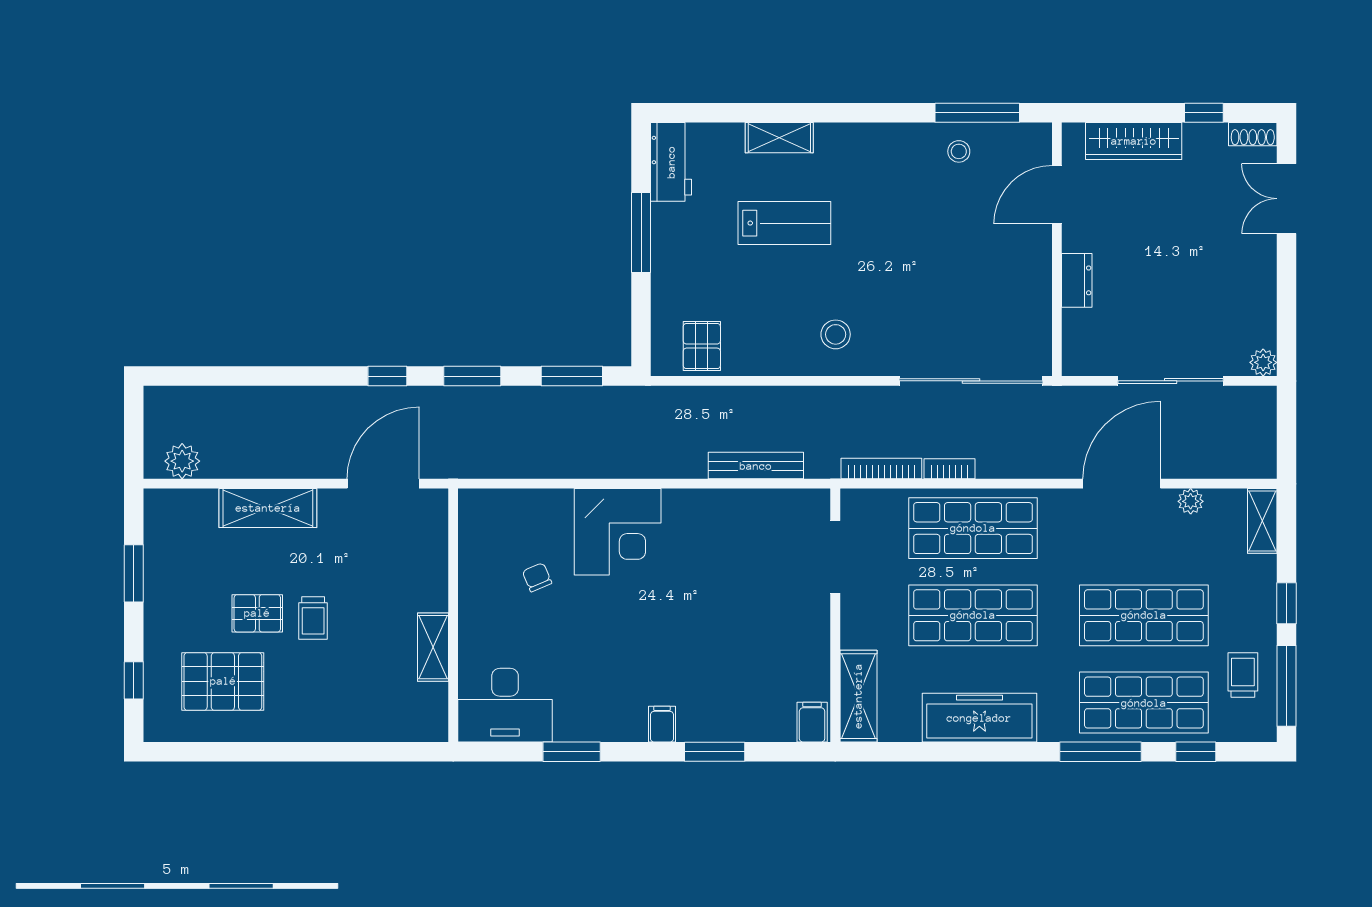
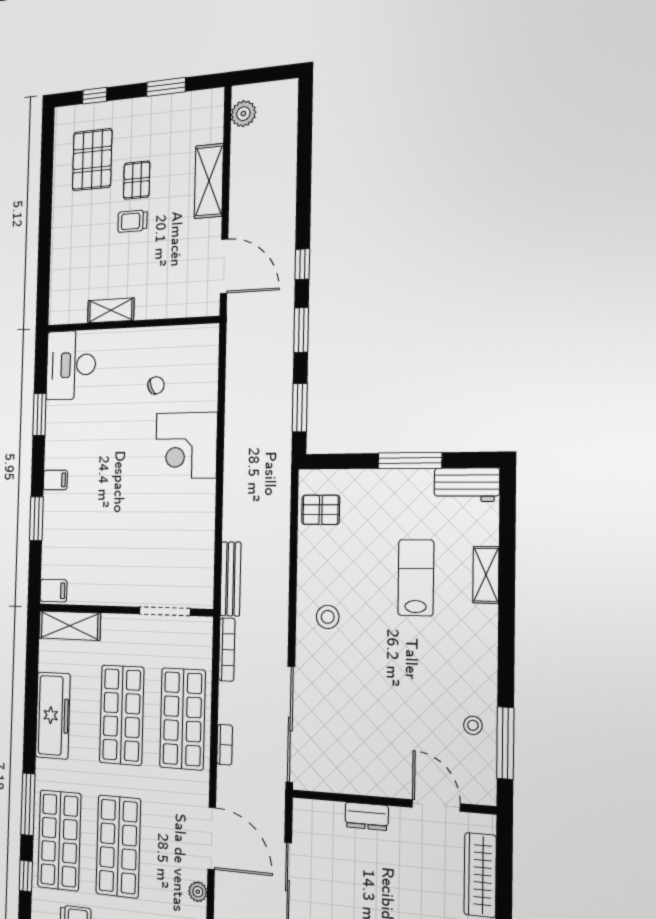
lab bench: (784, 223) -> (416, 578), turned 180
bench: (756, 466) -> (230, 579), moved
bookcase: (950, 469) -> (225, 745), moved

